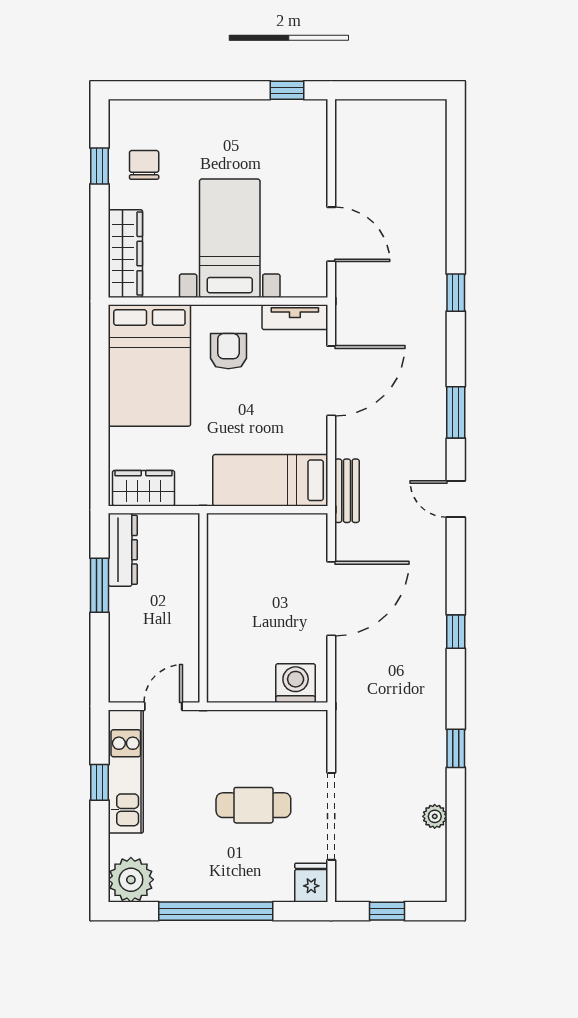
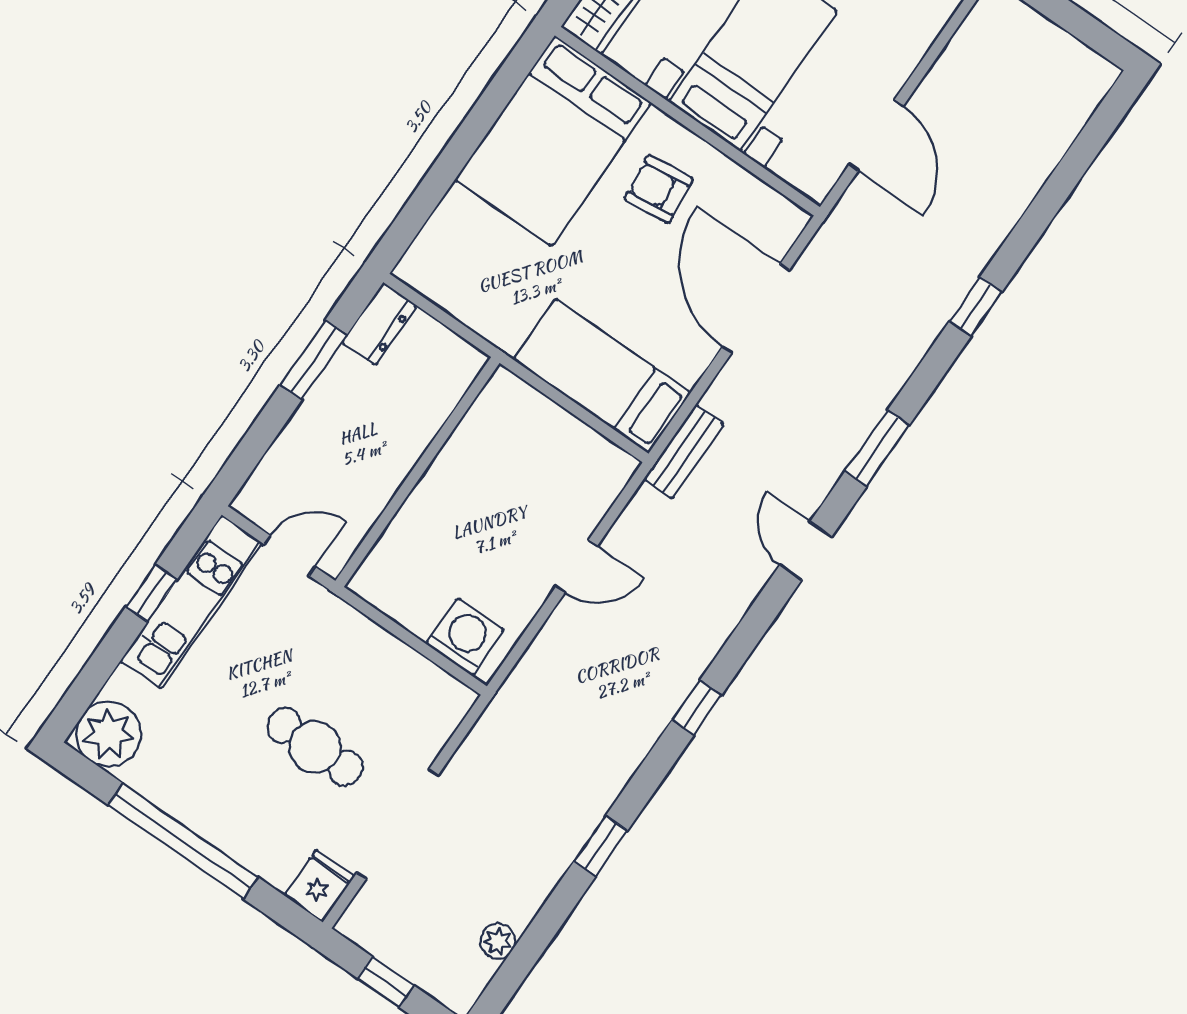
tv unit: (295, 317) -> (765, 204), removed
armchair: (228, 351) -> (659, 189), turned -96
door: (331, 381) -> (756, 309), swing flipped
wardrobe: (143, 488) -> (445, 281), removed
dresser: (123, 550) -> (379, 324), width x0.70
door: (331, 599) -> (577, 566), width x0.53
plant: (435, 816) -> (498, 941), moved

